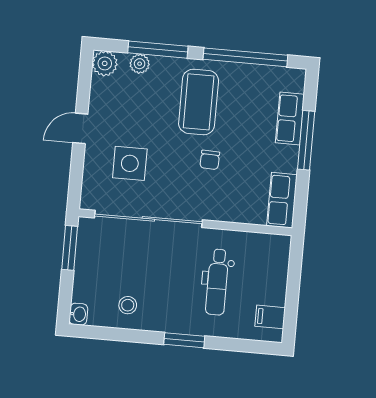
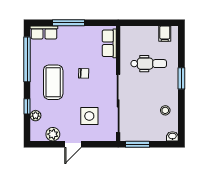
window: (158, 50) -> (27, 106), width x0.46
plant: (105, 63) -> (53, 134), moved
coffee table: (199, 102) -> (53, 82), turned 90
row of seats: (290, 119) -> (44, 32), moved
door: (80, 128) -> (73, 144), hinge flipped
row of seats: (282, 200) -> (109, 43), moved, turned 90

